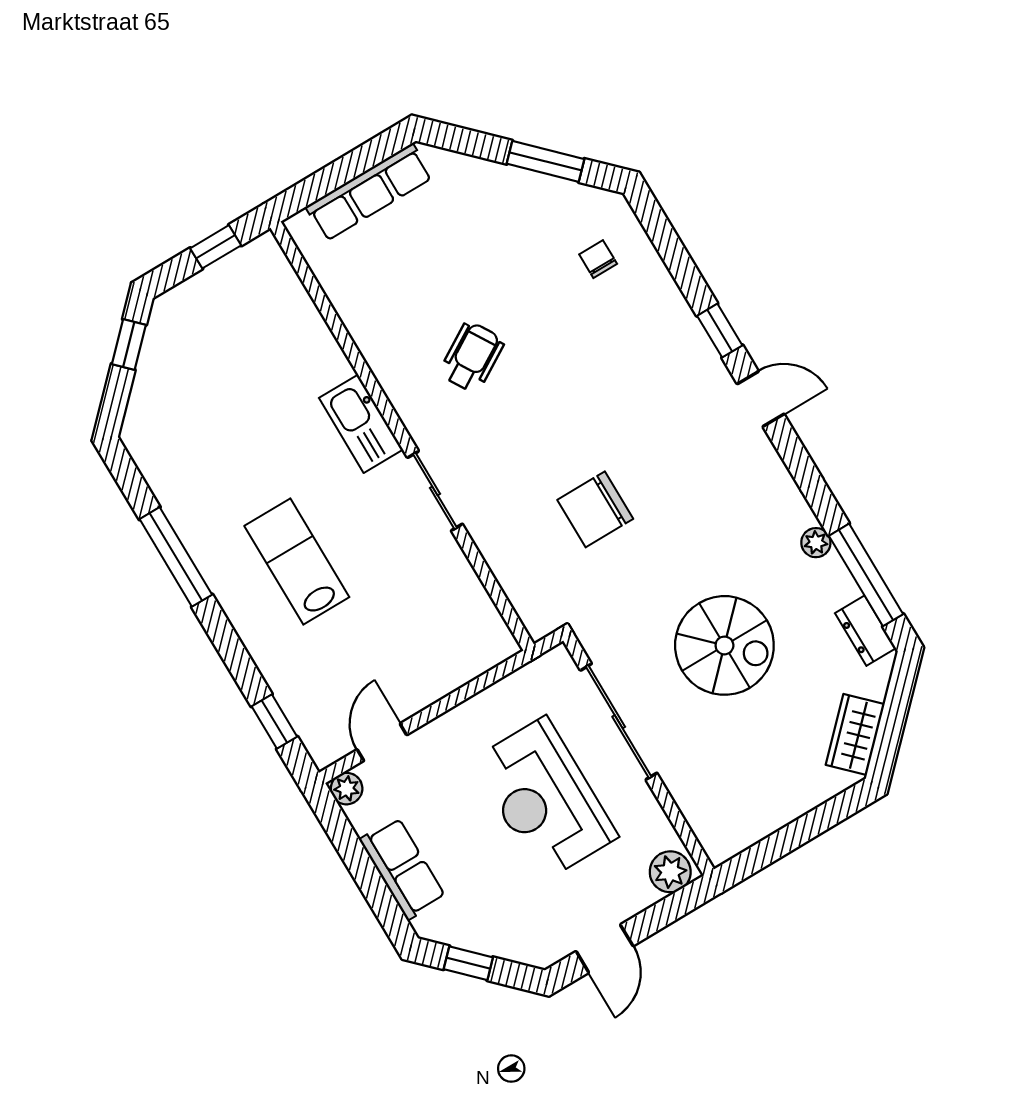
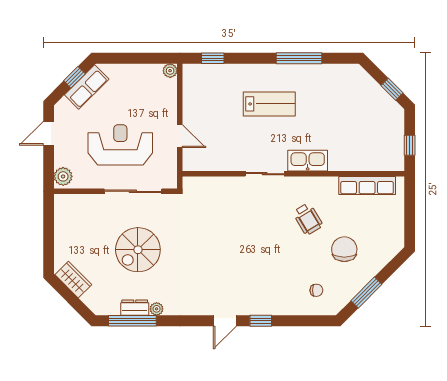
row of seats: (369, 192) -> (367, 185), moved, turned -90
chair: (595, 509) -> (344, 249), moved
dresser: (865, 631) -> (135, 308), moved
door: (382, 742) -> (180, 136), moved
row of seats: (403, 868) -> (87, 87), moved, turned -45
door: (605, 949) -> (49, 133), hinge flipped

